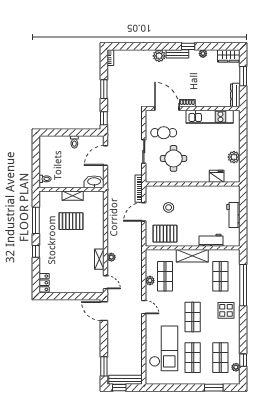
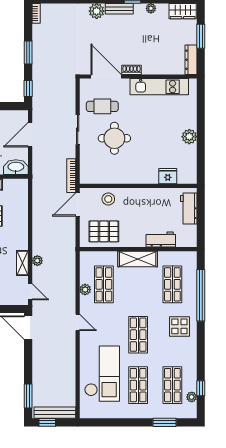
fridge: (217, 176) -> (168, 176), moved
wall: (193, 184) -> (138, 186), moved

